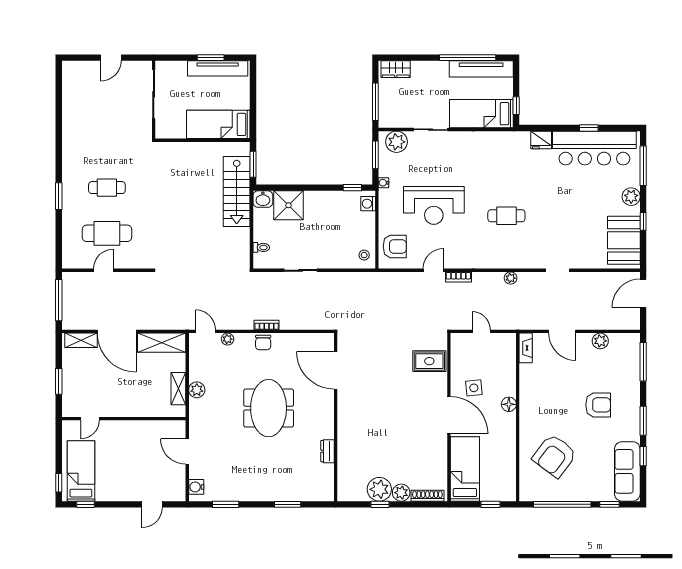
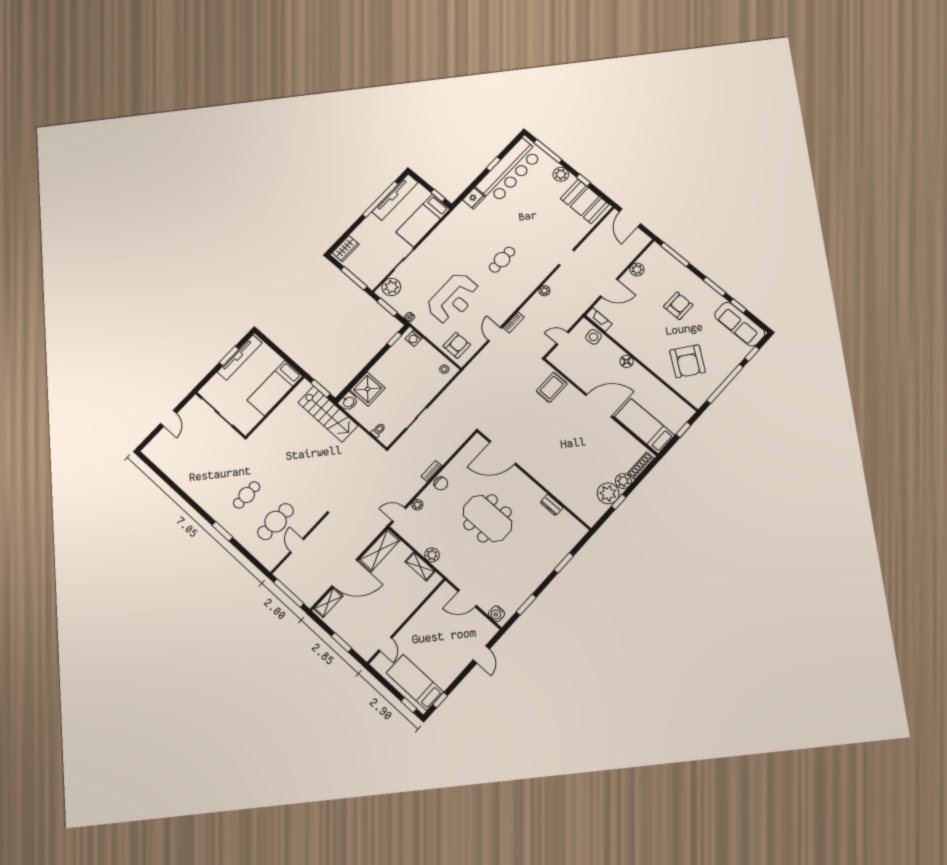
side table: (474, 388) -> (594, 337), moved

